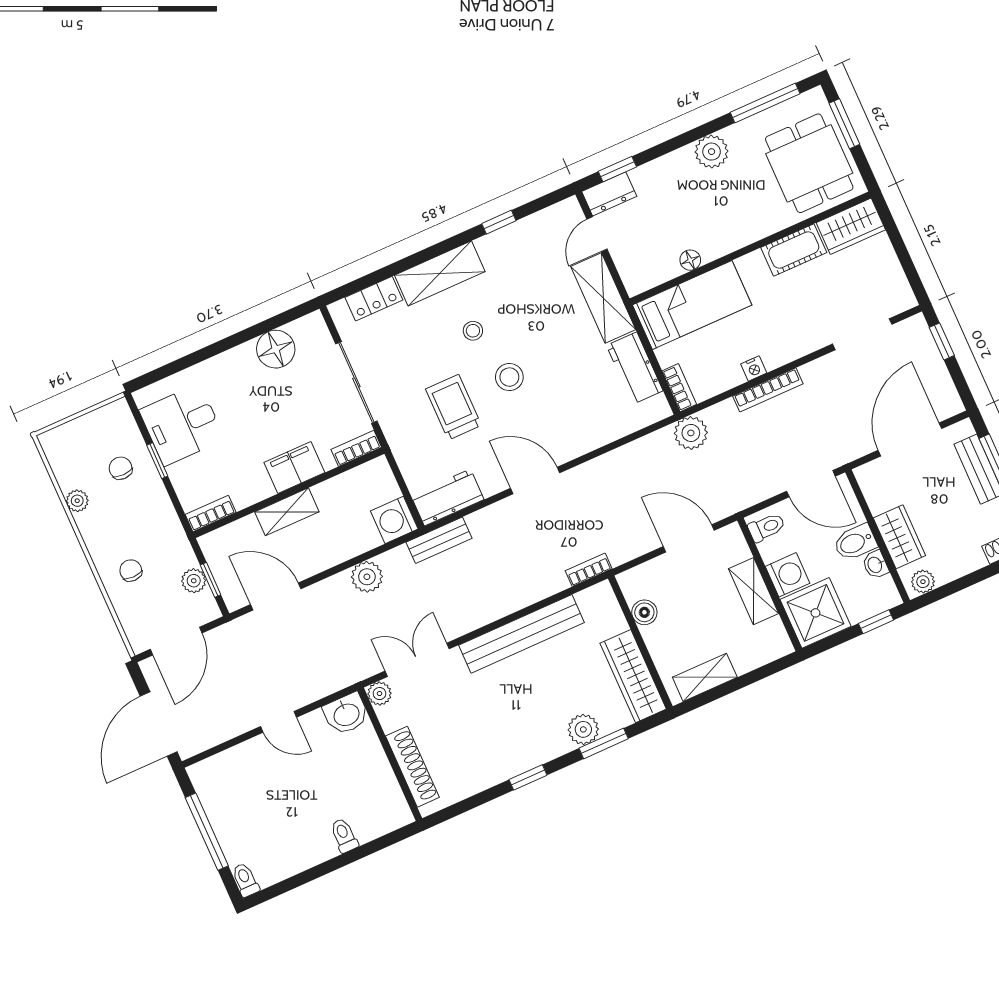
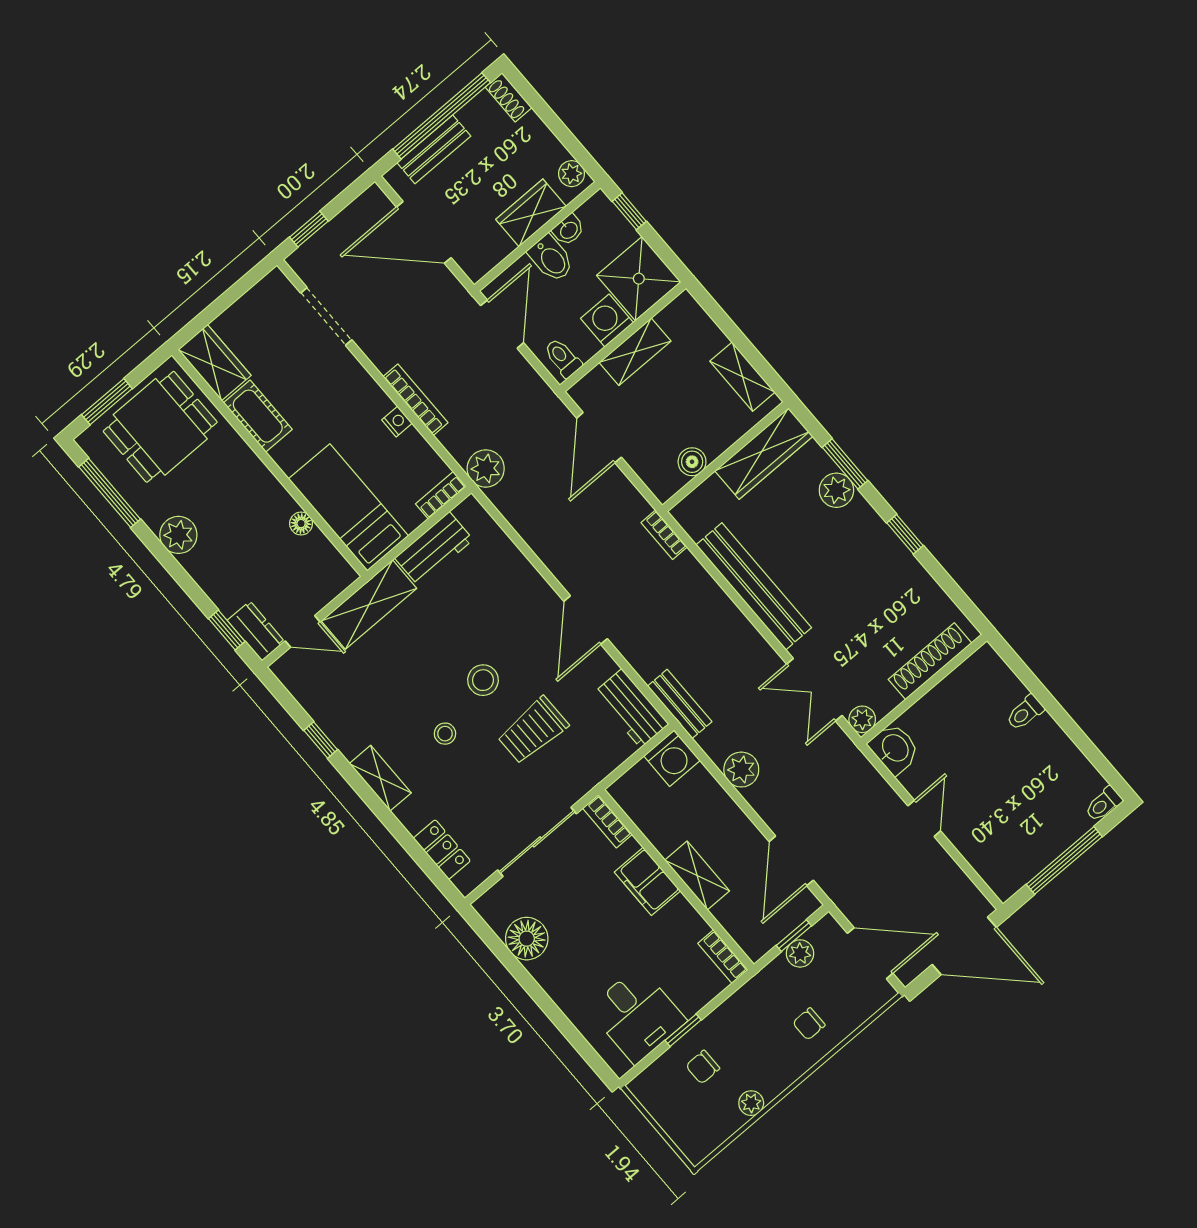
shelving: (440, 273) -> (380, 778), width x0.67, depth x0.75

